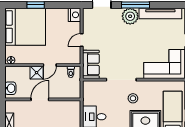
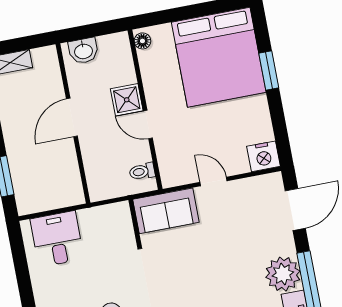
door: (40, 99) -> (72, 117), swing flipped

